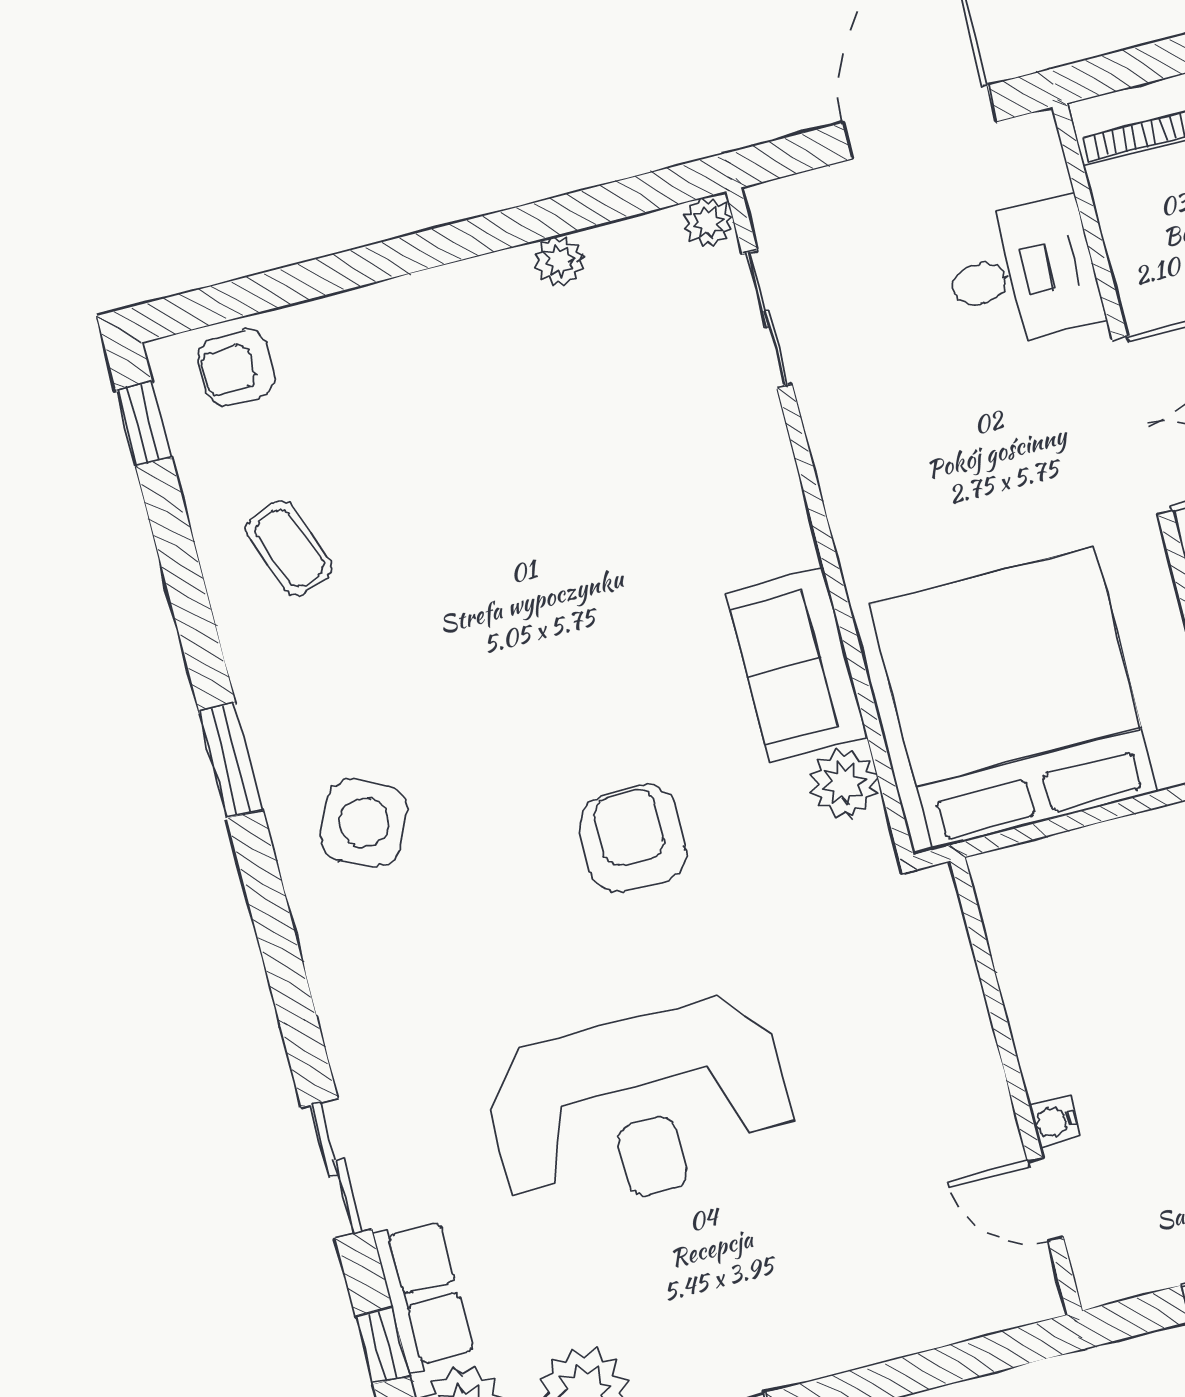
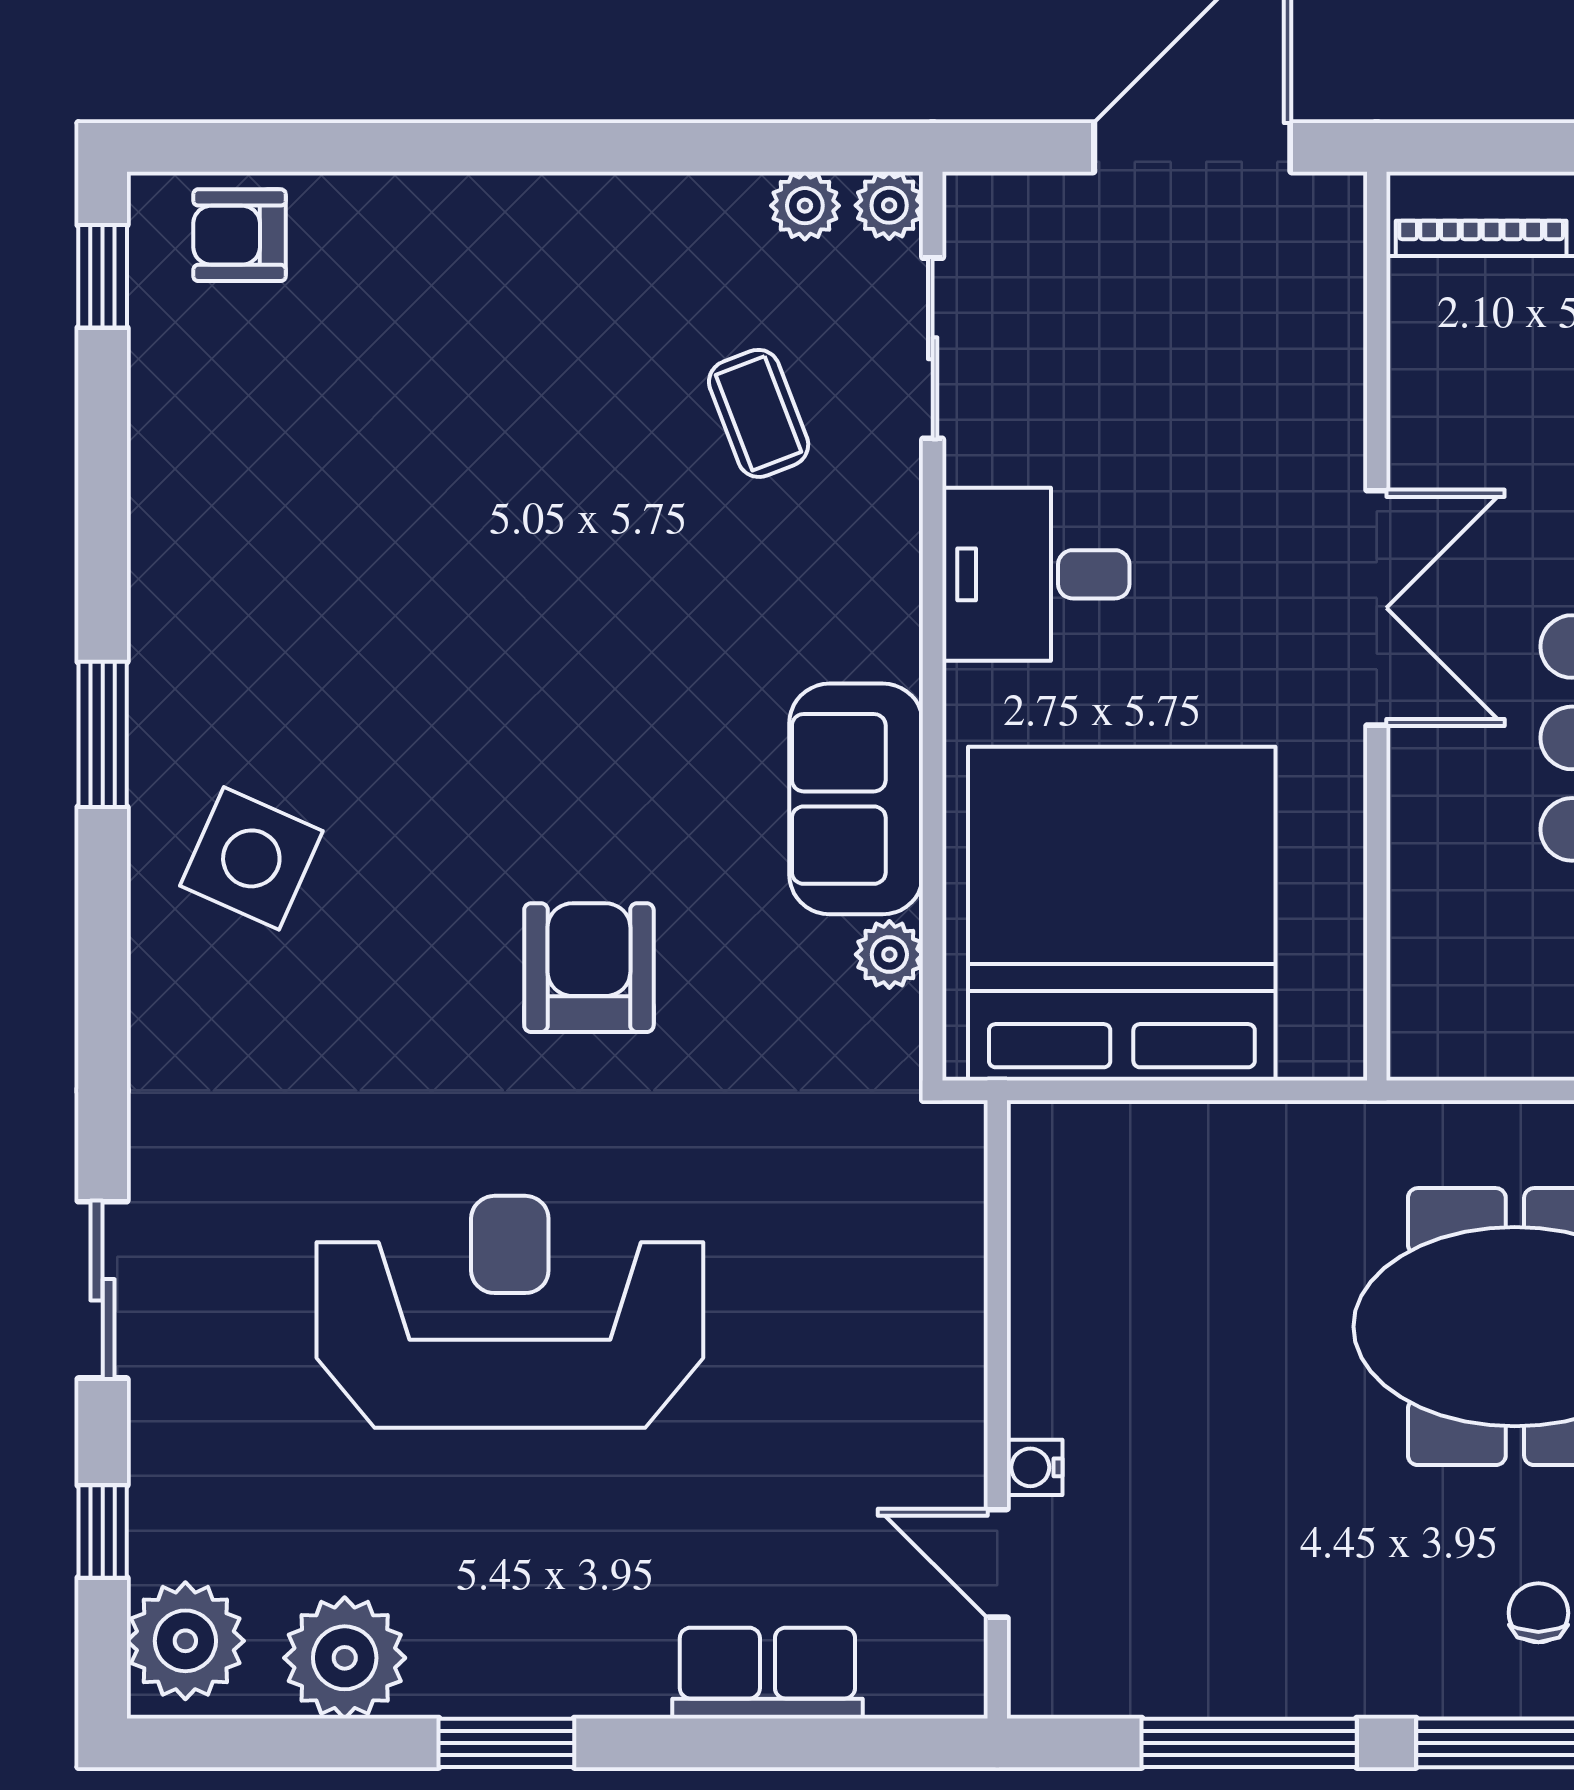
plant: (559, 261) -> (805, 206), moved
desk: (1022, 273) -> (1036, 574), moved, turned 180
coffee table: (289, 548) -> (759, 413), moved
plant: (844, 784) -> (889, 954), width x0.73, depth x0.73
reception desk: (640, 1107) -> (510, 1312), turned 180
row of seats: (424, 1295) -> (767, 1673), moved, turned -90

